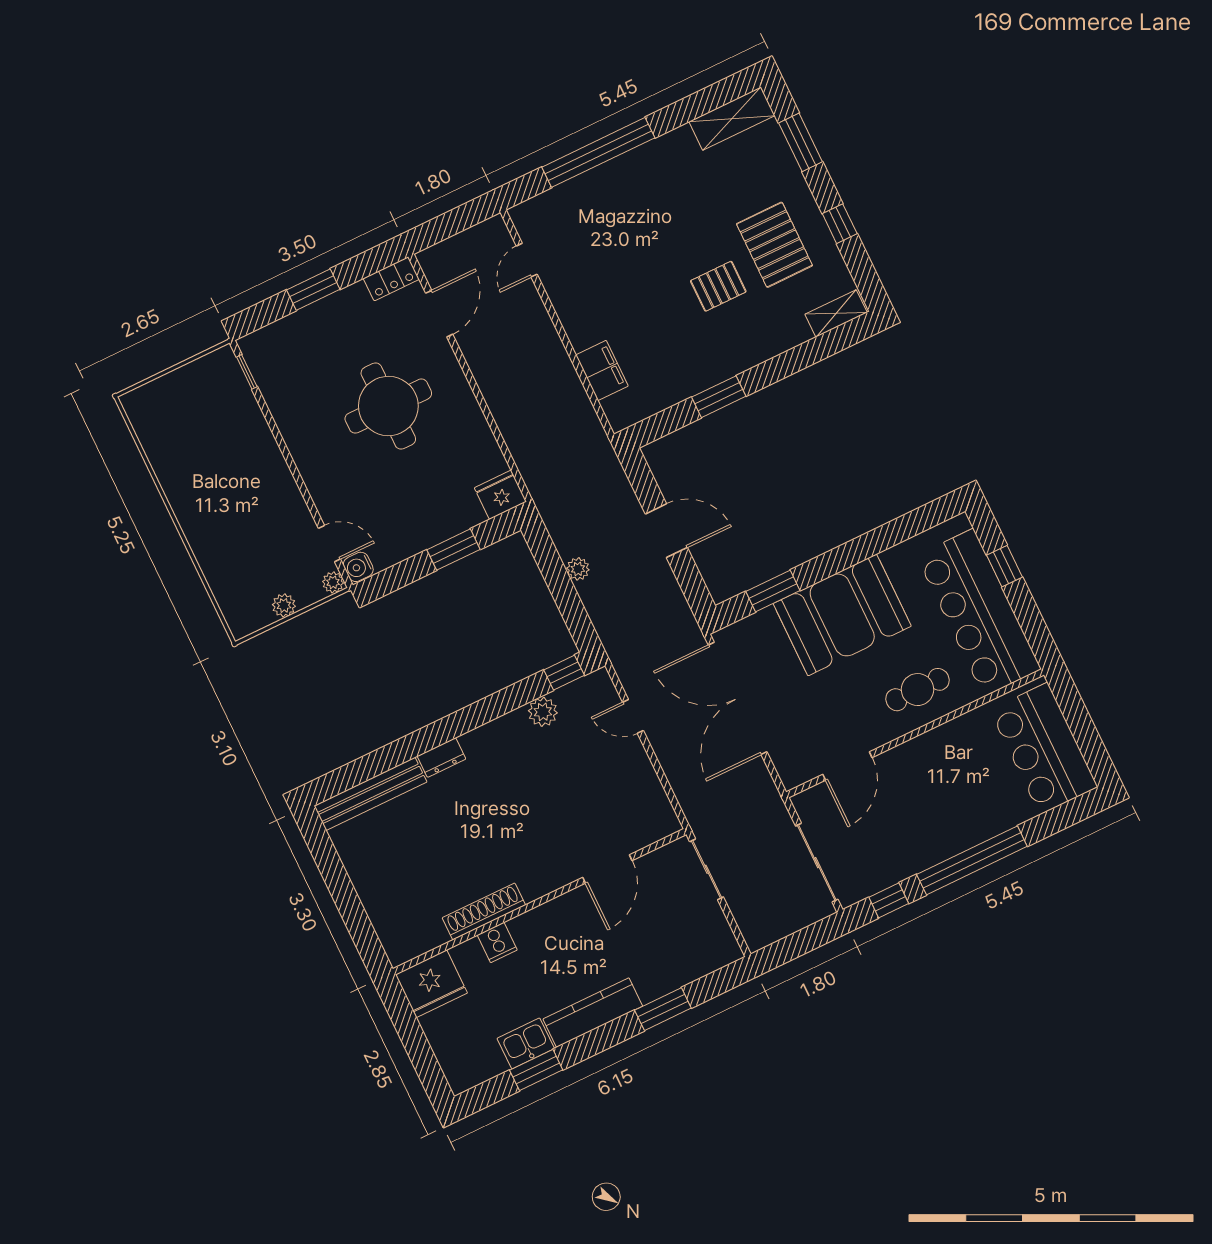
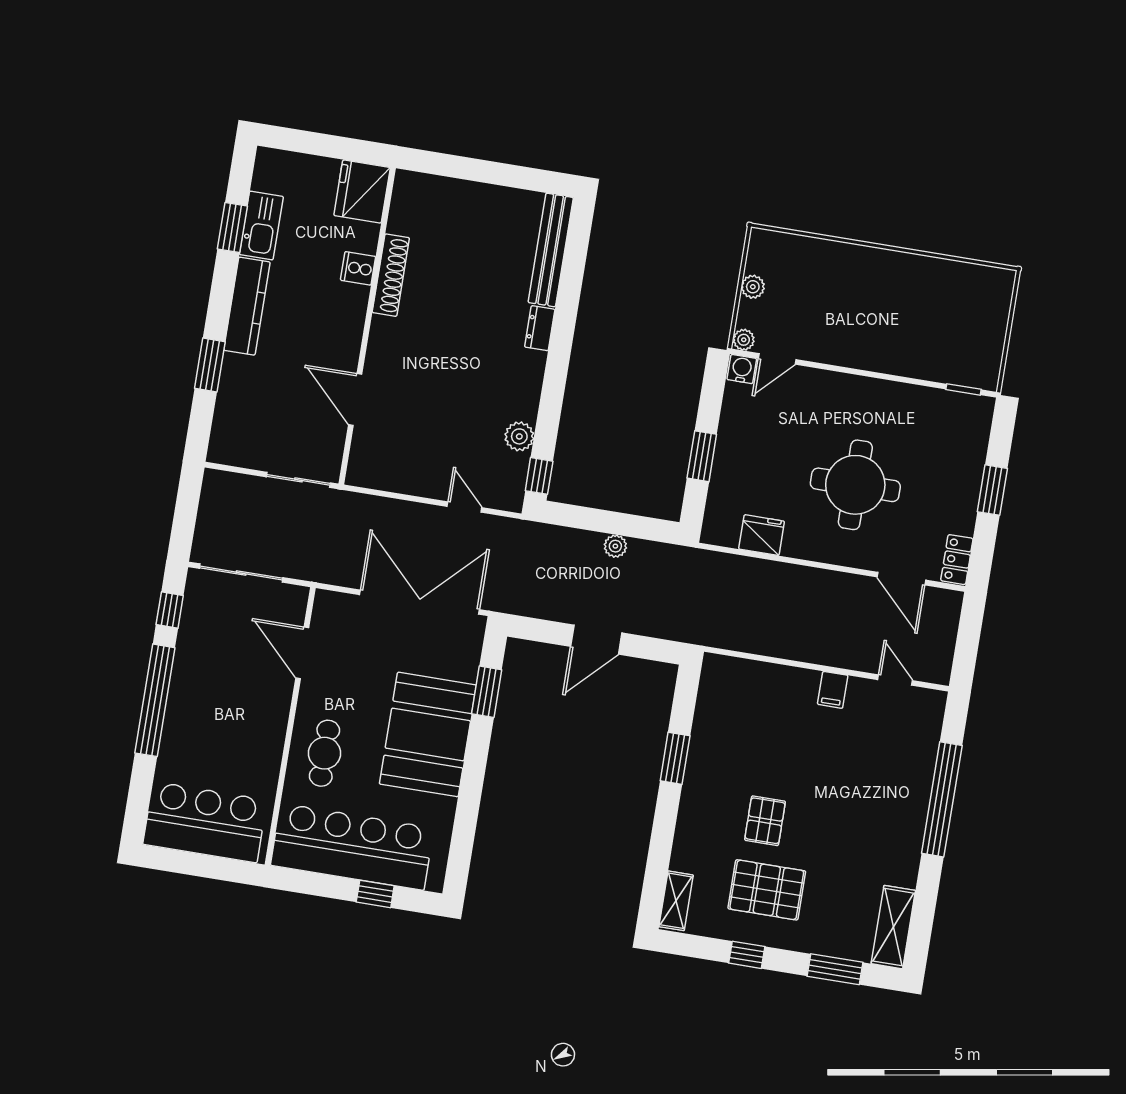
filing cabinet: (602, 370) -> (833, 690), moved, width x0.50
fridge: (500, 495) -> (762, 535), moved, turned -90
door: (633, 716) -> (464, 507), hinge flipped
kitchen sink: (526, 1043) -> (261, 225), width x1.38

